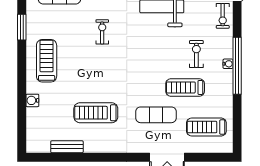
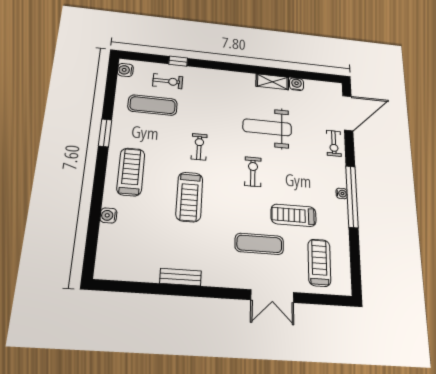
exercise bike: (196, 54) -> (253, 172), moved
treadmill: (96, 113) -> (189, 197), moved, turned -90
treadmill: (206, 127) -> (319, 263), turned 90
bench: (67, 147) -> (181, 277), moved

